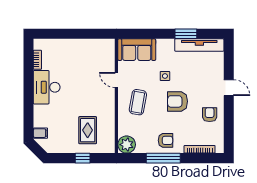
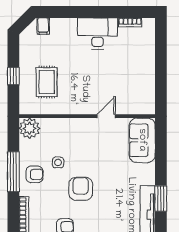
side table: (165, 76) -> (58, 162), moved
coffee table: (138, 102) -> (80, 142), removed
rug: (88, 130) -> (47, 82), turned 90
armchair: (165, 140) -> (34, 174), turned -90

